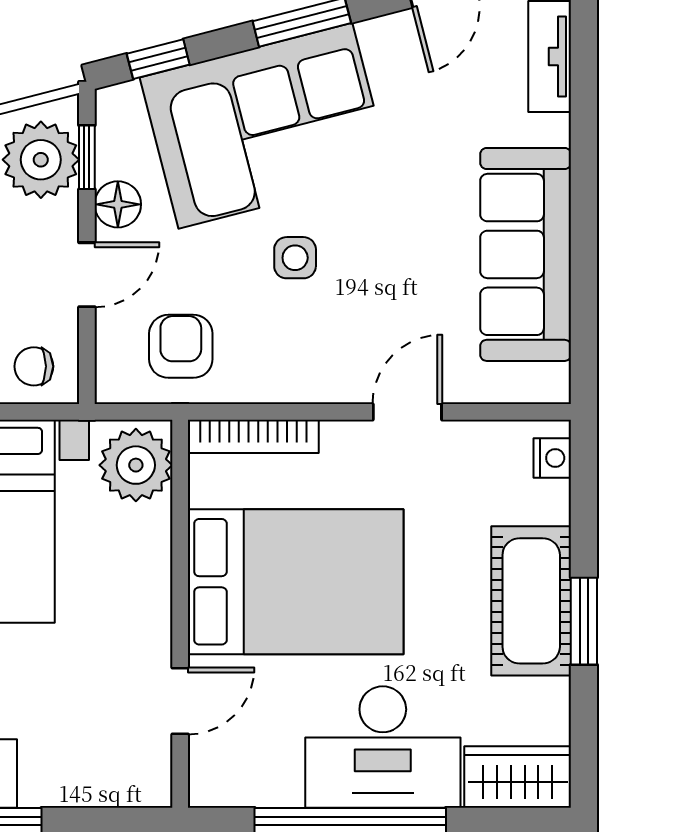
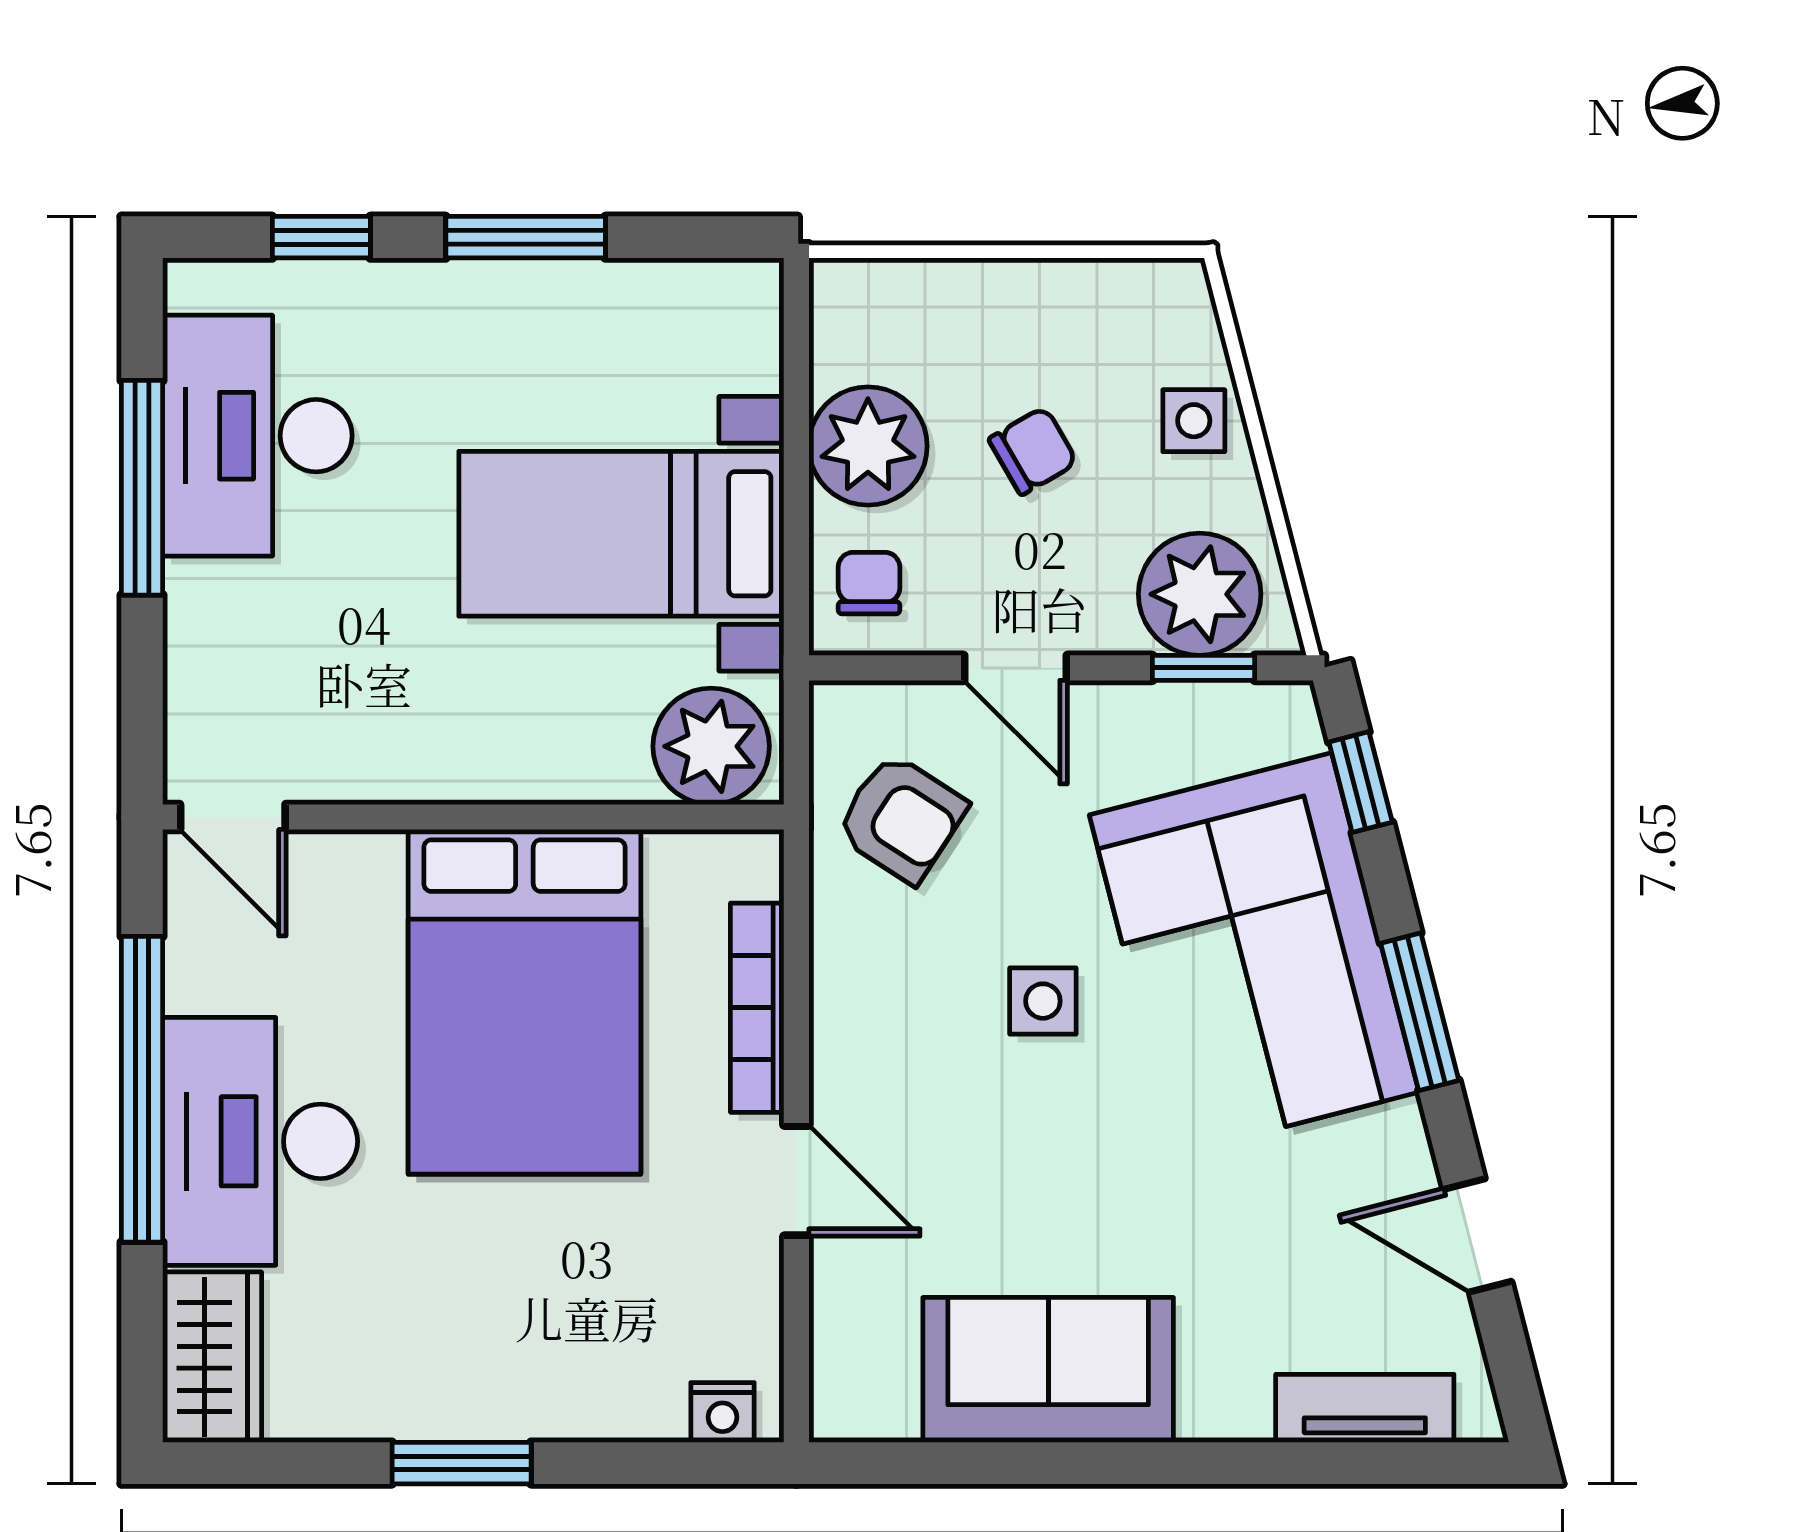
floor lamp: (118, 204) -> (1128, 717), removed
sofa: (526, 254) -> (1048, 1370), width x0.73
armchair: (181, 346) -> (901, 818), turned 33
bookcase: (253, 436) -> (757, 1008), moved
cot: (531, 601) -> (494, 1379), removed
door: (180, 701) -> (233, 817), moved

